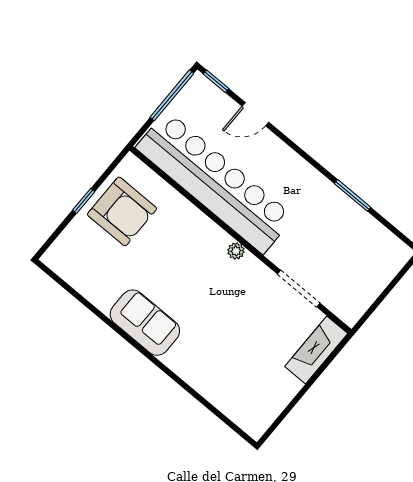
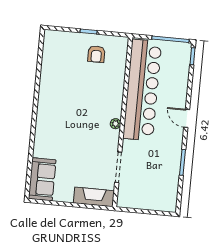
door: (255, 114) -> (187, 118), moved
armchair: (122, 211) -> (96, 54), width x0.53, depth x0.53
sofa: (145, 323) -> (42, 179), moved

